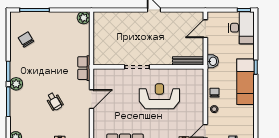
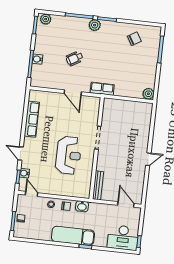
washbasin: (213, 61) -> (82, 206), moved

